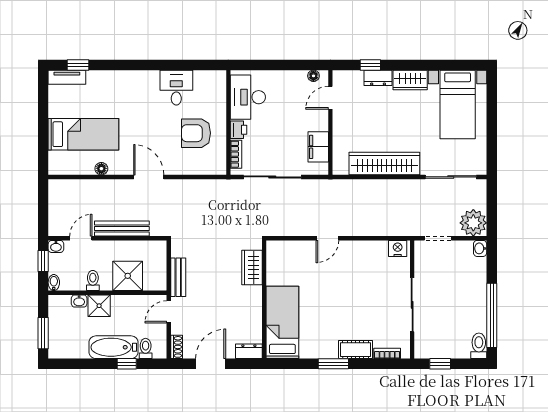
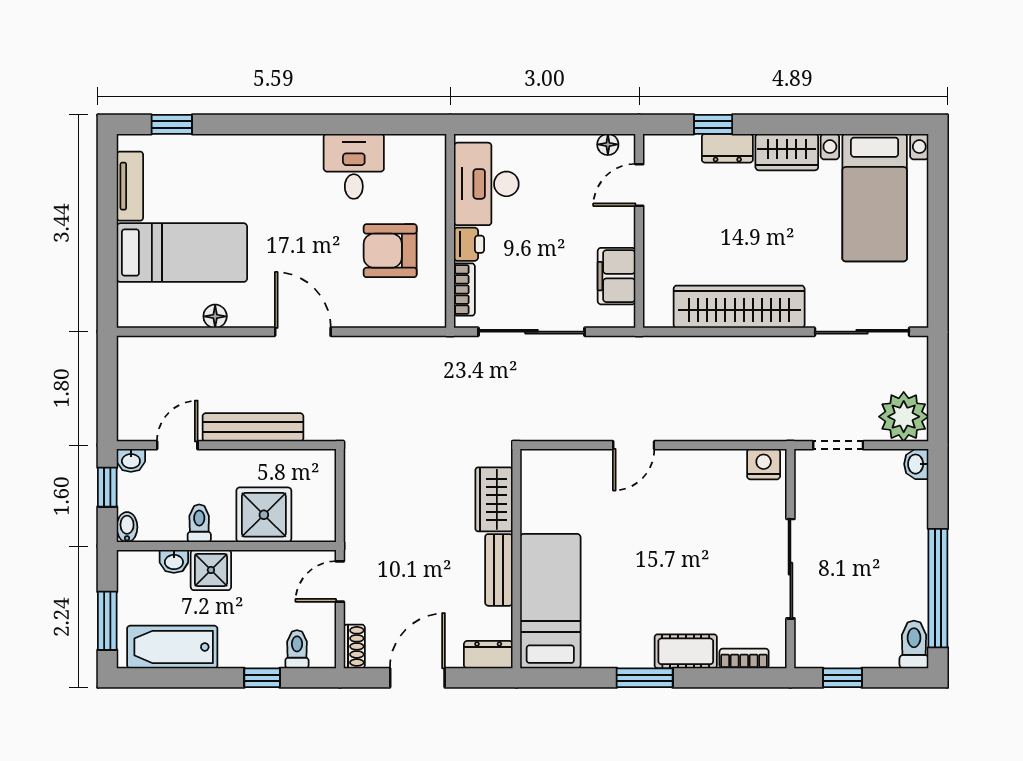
tv unit: (67, 77) -> (130, 186), moved, turned -90
bench: (178, 277) -> (499, 570), moved
bathtub: (113, 347) -> (172, 647), moved

